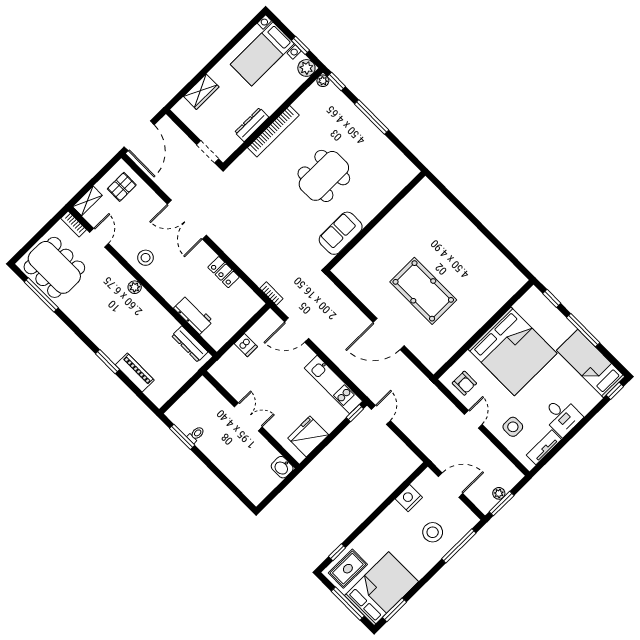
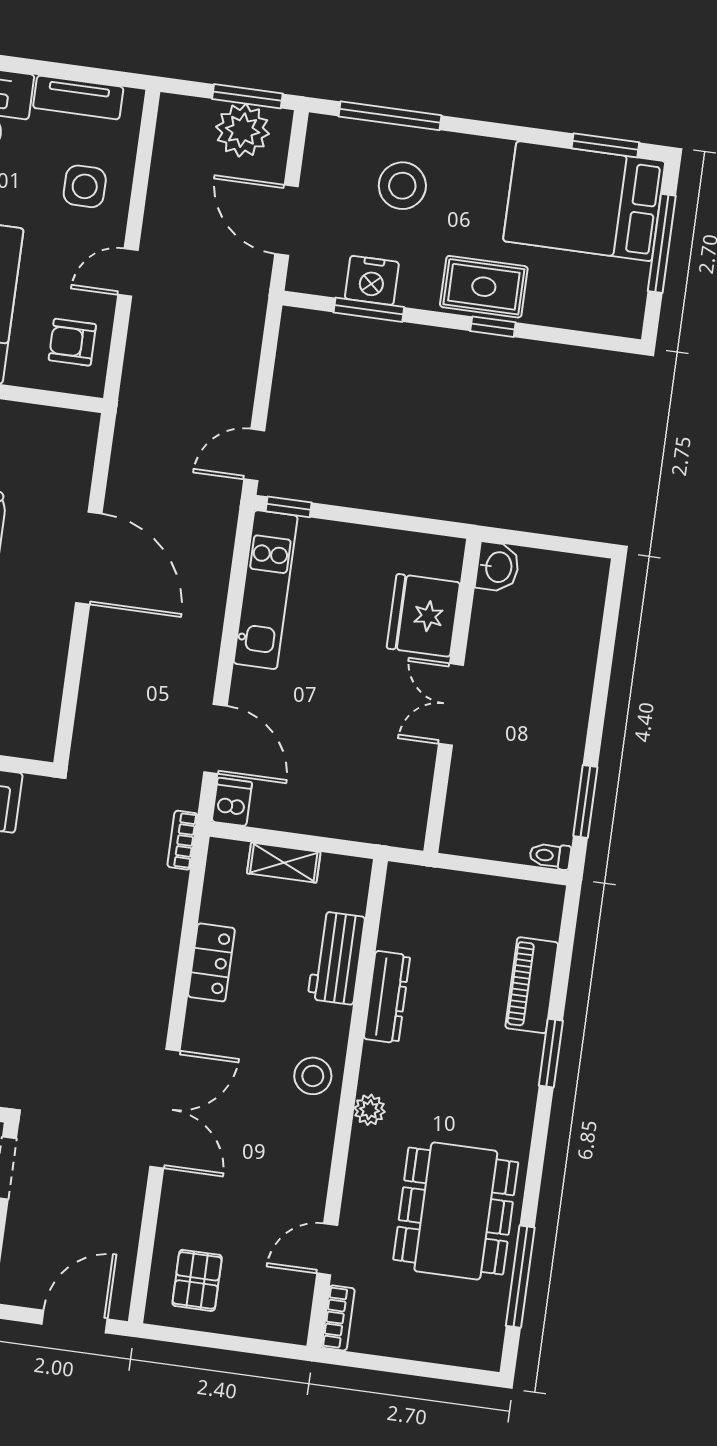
door: (139, 136) -> (75, 1321), width x0.73
pallet: (122, 187) -> (197, 1280), turned 90
shelving: (87, 201) -> (284, 863), moved
stool: (146, 258) -> (313, 1076), moved
dining table: (54, 267) -> (456, 1211), moved
dresser: (190, 344) -> (387, 997), moved
dishwasher: (246, 345) -> (232, 802), moved
armchair: (464, 383) -> (72, 342), turned -90
toilet: (196, 435) -> (550, 856), moved
fridge: (308, 436) -> (423, 615), moved, turned 90
window: (400, 490) -> (369, 310), added
plant: (499, 493) -> (243, 130), width x1.88, depth x1.88
window: (337, 552) -> (493, 327), moved
rug: (348, 569) -> (484, 287), moved

